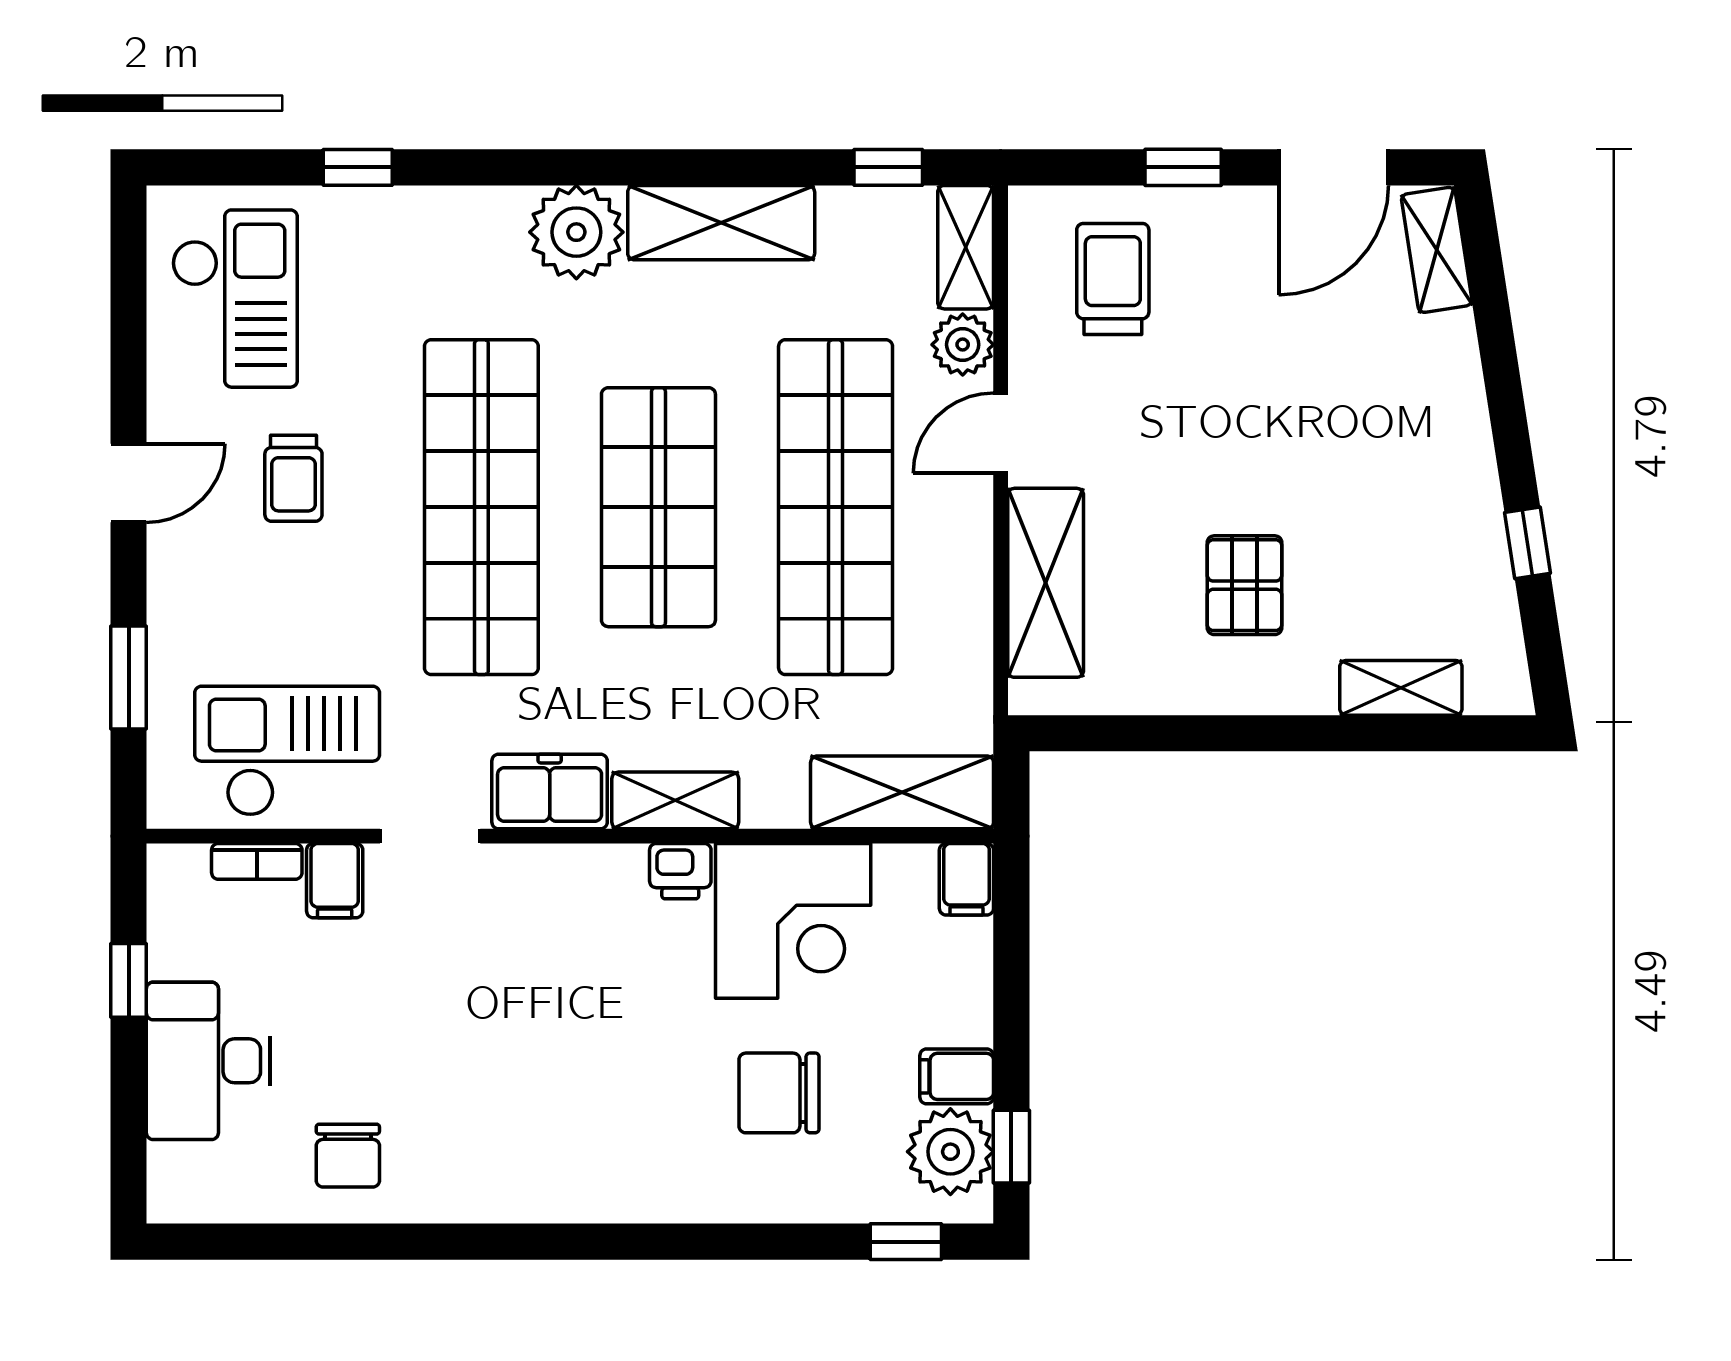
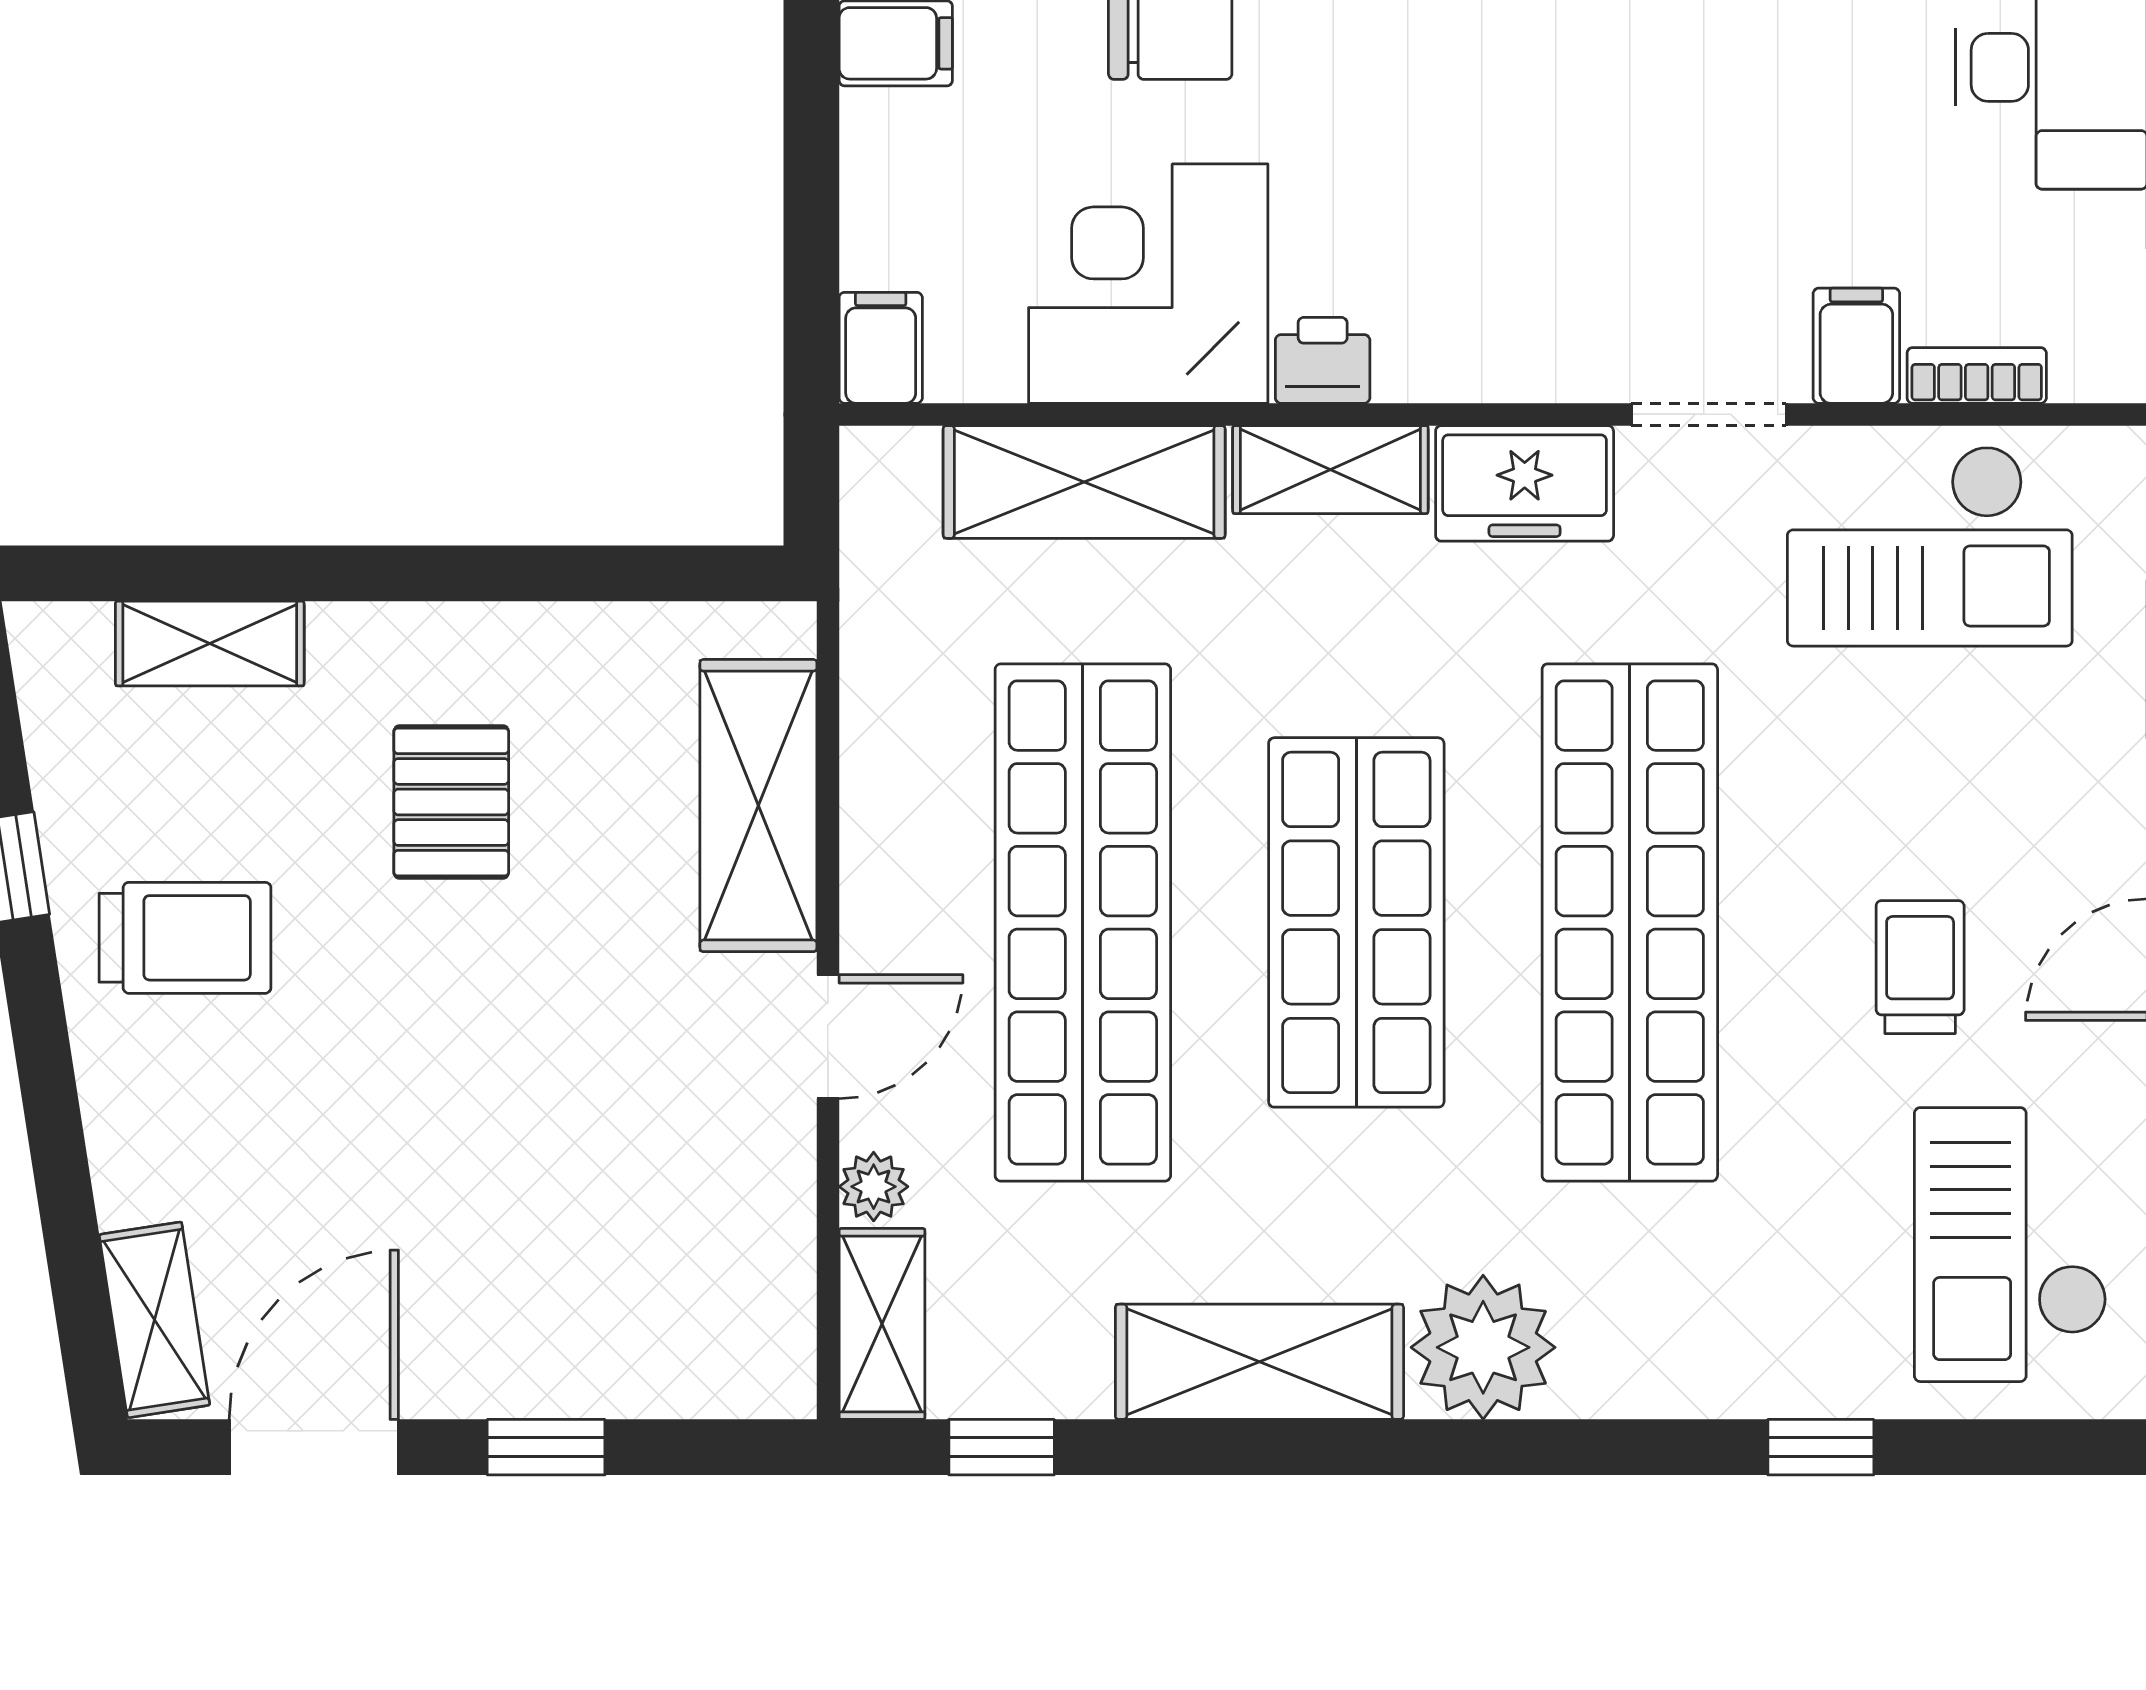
trolley: (1113, 279) -> (185, 938), moved, turned -90
plant: (963, 345) -> (874, 1187), width x0.73, depth x0.73
shelving: (902, 792) -> (1084, 482), moved

